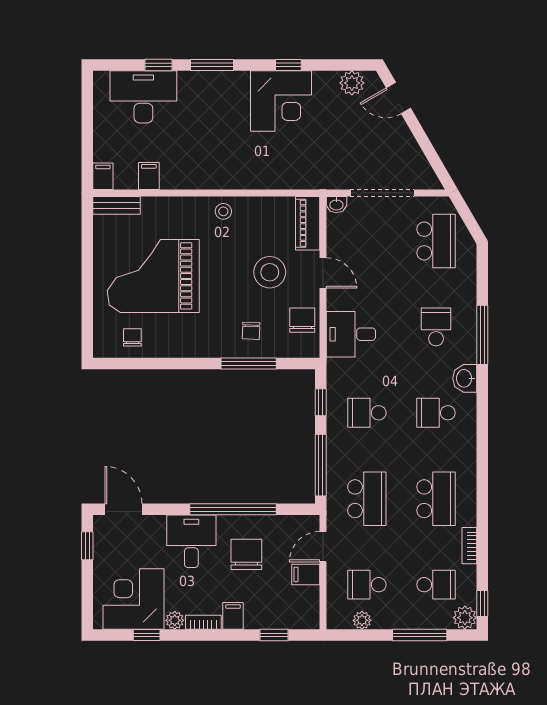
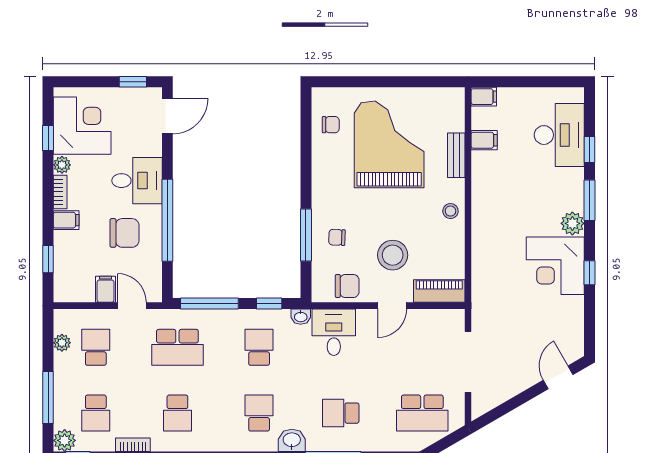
plant: (352, 83) -> (572, 223), moved
bench: (117, 205) -> (456, 155), moved
washbasin: (336, 205) -> (301, 317), moved, turned -90
school desk: (436, 327) -> (341, 413), turned 180
school desk: (436, 499) -> (177, 413), width x0.54

